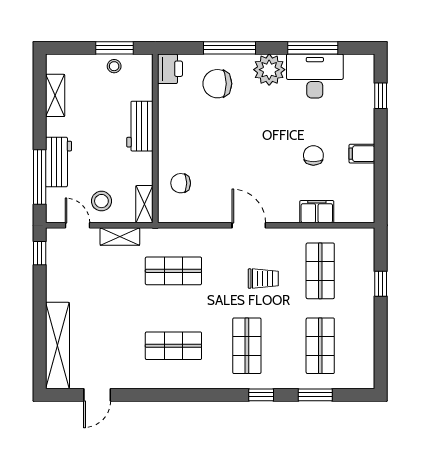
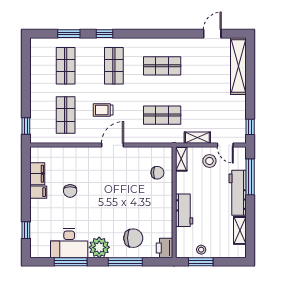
workbench: (59, 162) -> (238, 193), width x1.38
filing cabinet: (317, 212) -> (37, 174), moved, turned -90
door: (249, 225) -> (113, 145), swing flipped
window: (381, 284) -> (26, 126), moved

